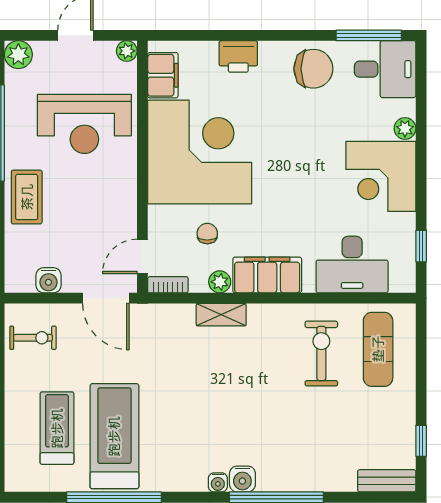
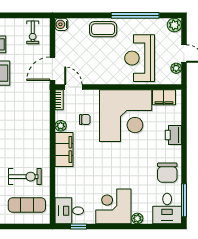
plant: (127, 51) -> (176, 68), moved
desk: (352, 265) -> (69, 211), moved, width x0.73
water cooler: (48, 280) -> (61, 24), moved
shelving: (221, 315) -> (44, 126), removed

